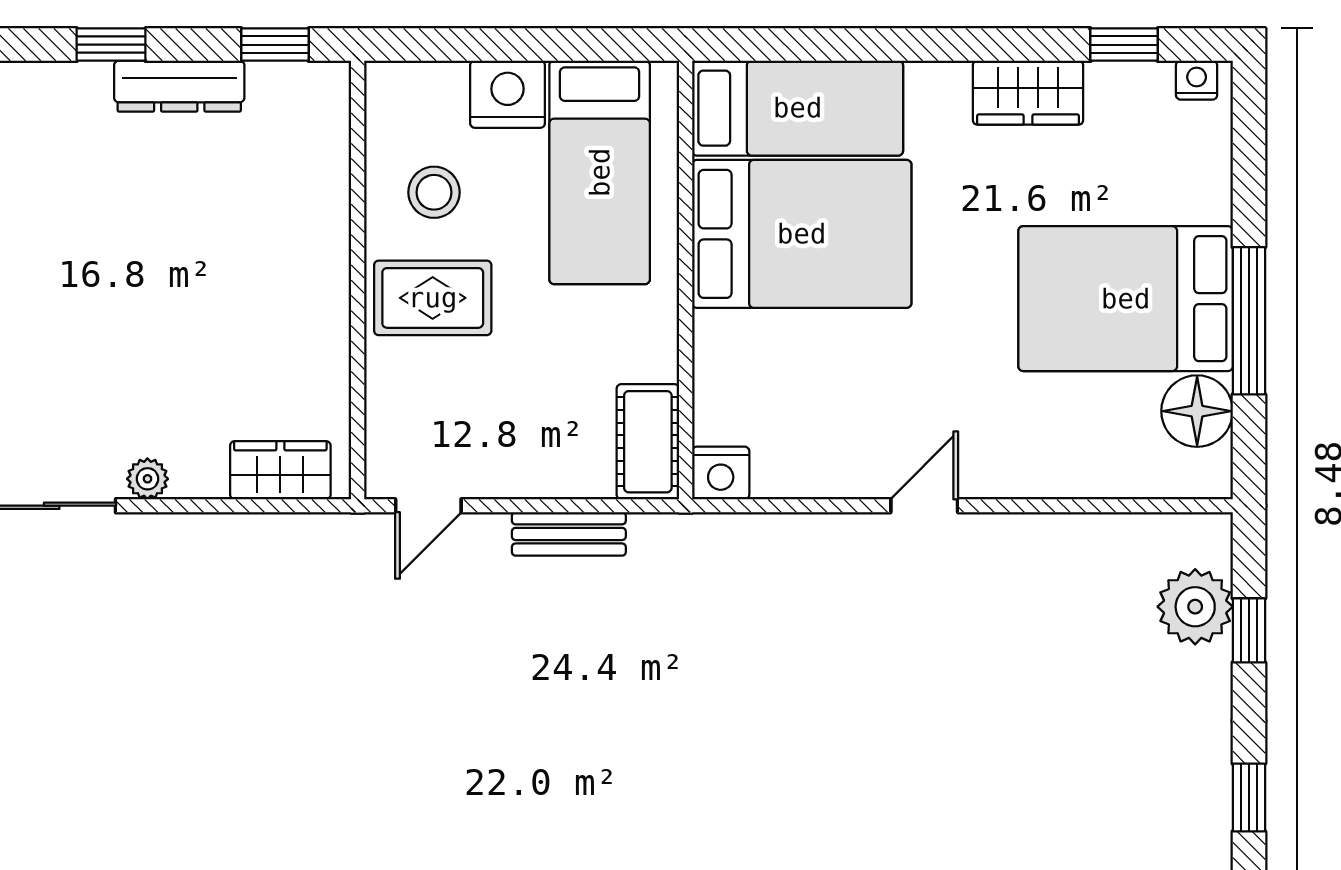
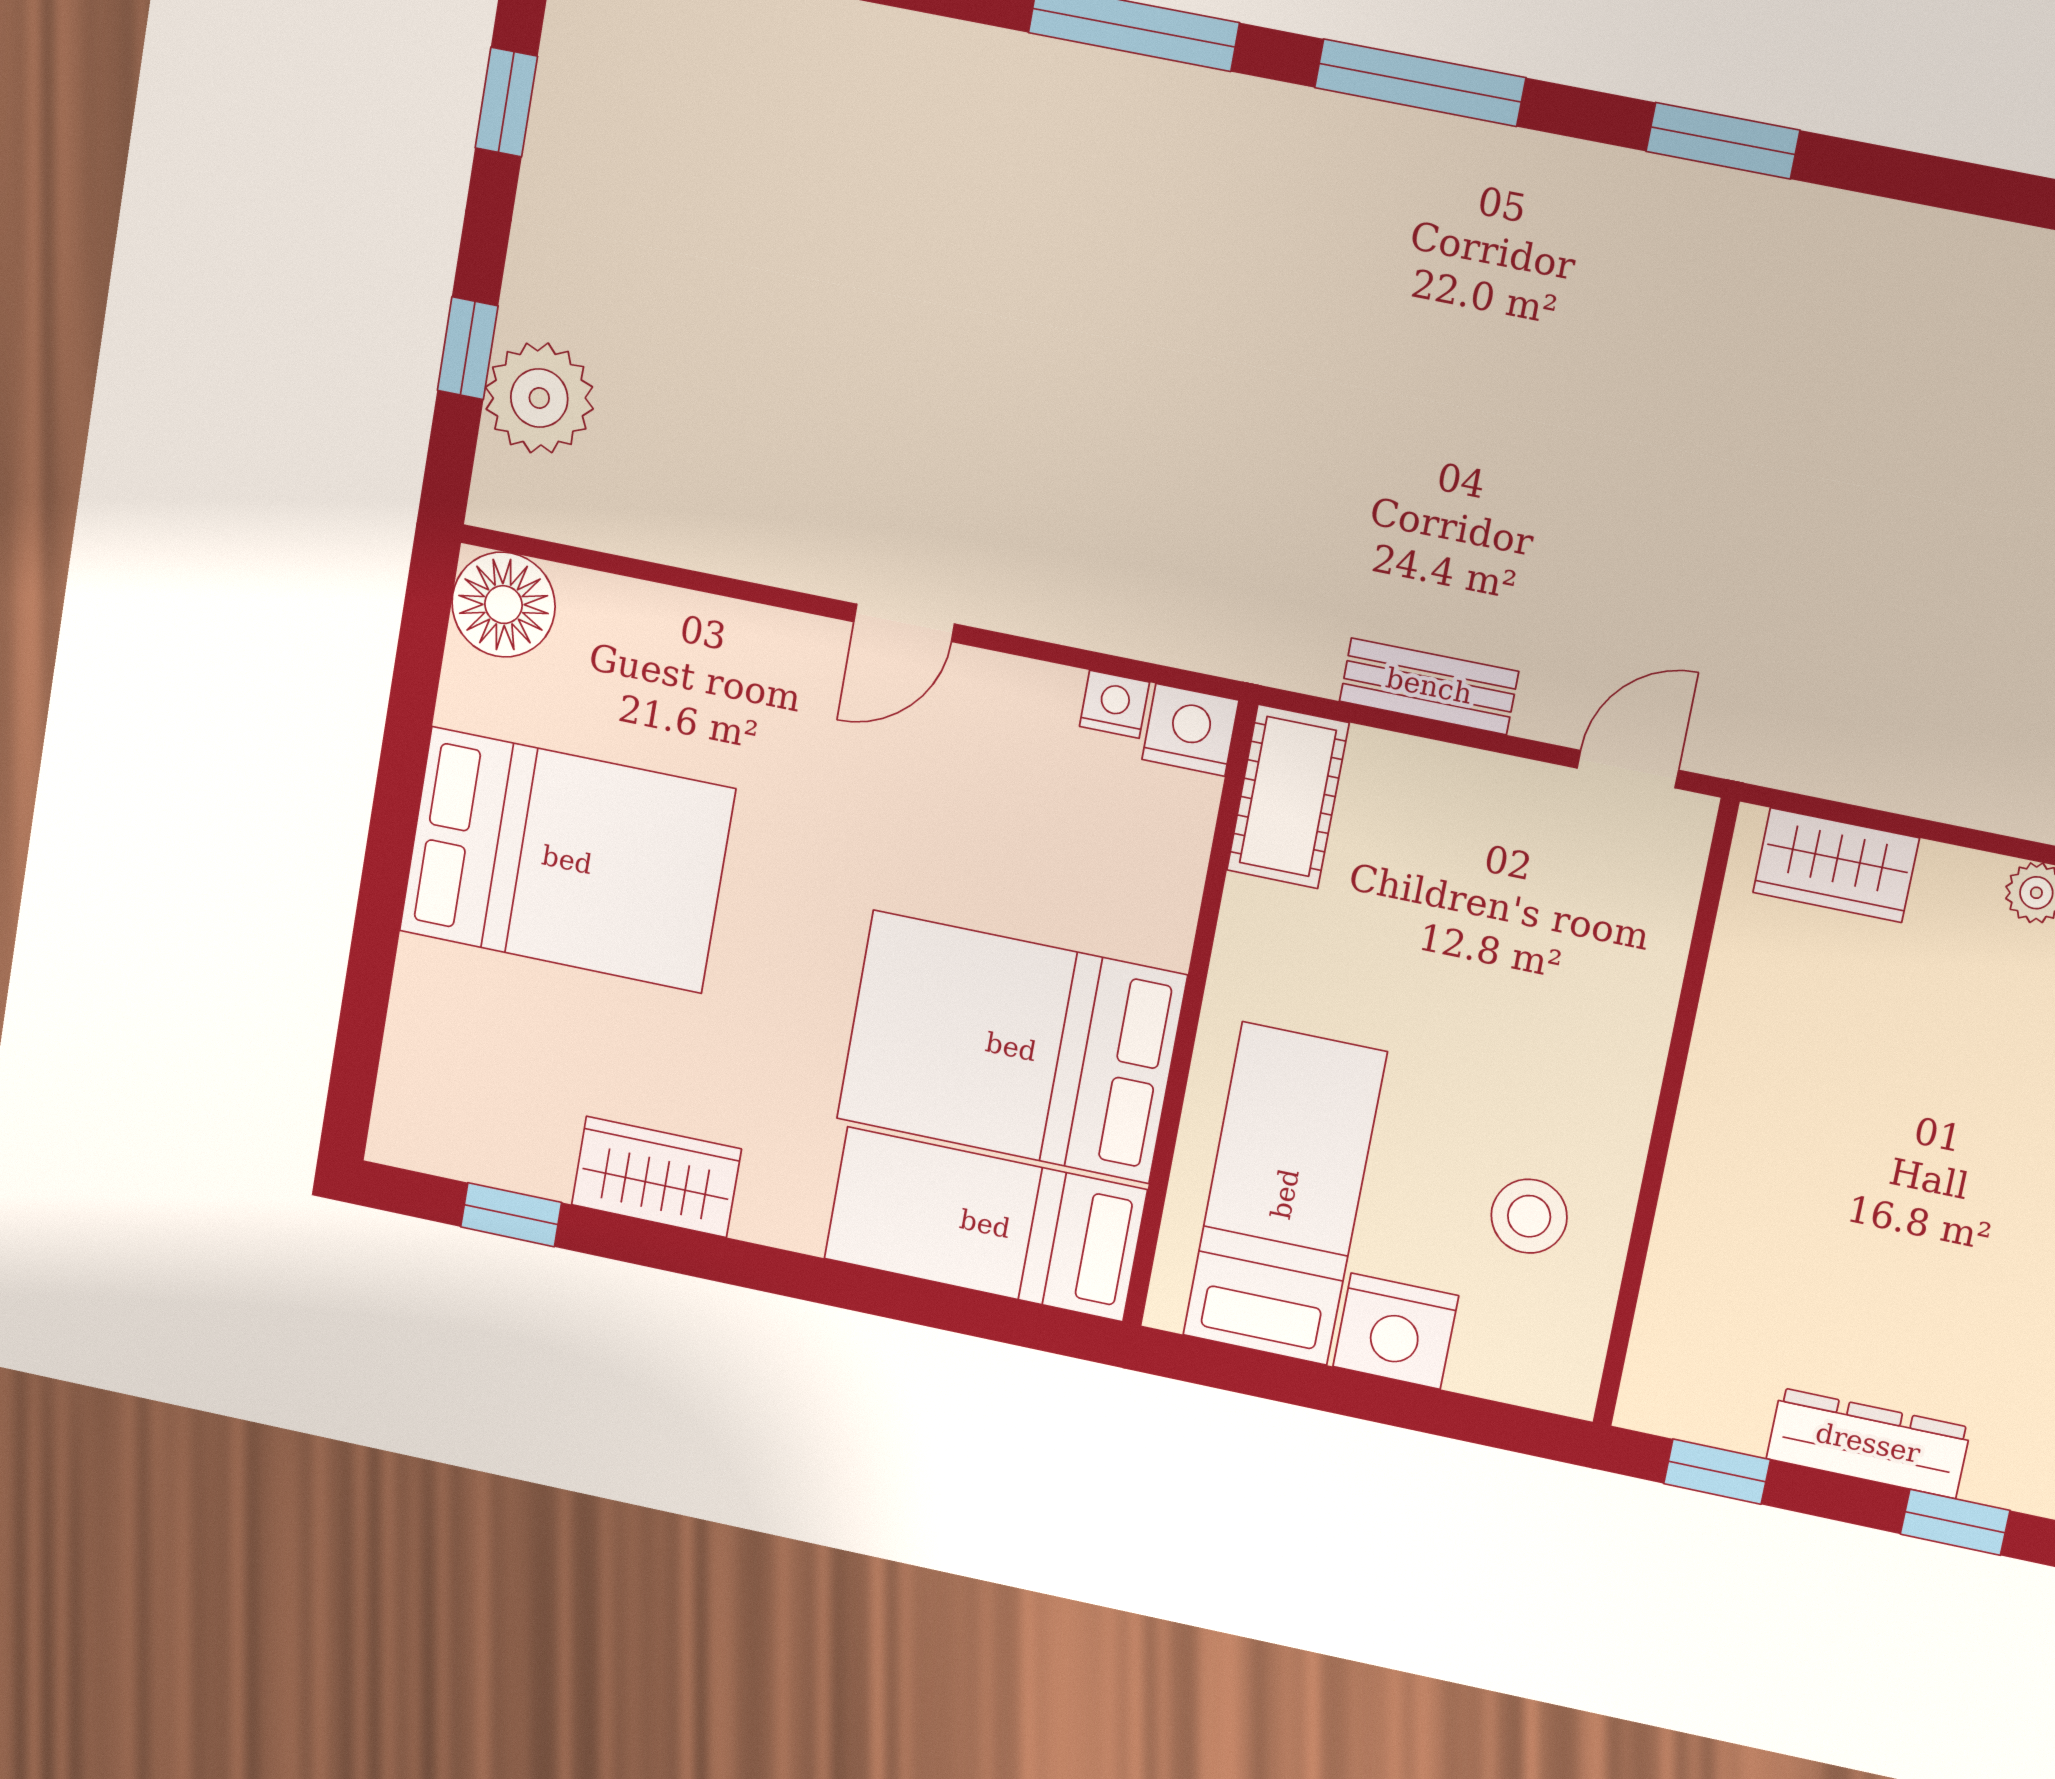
nightstand: (1197, 80) -> (1114, 704), moved, turned 180
rug: (433, 298) -> (1561, 1067), removed
window: (1249, 321) -> (398, 793), removed
floor lamp: (1197, 411) -> (503, 605), moved

